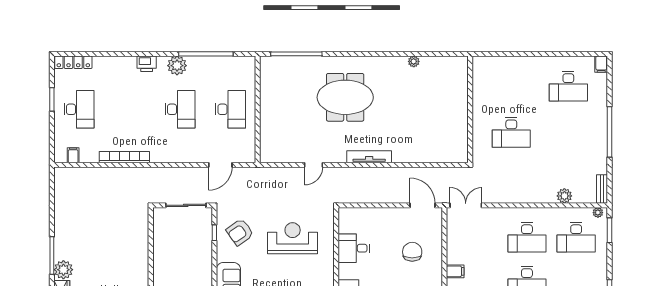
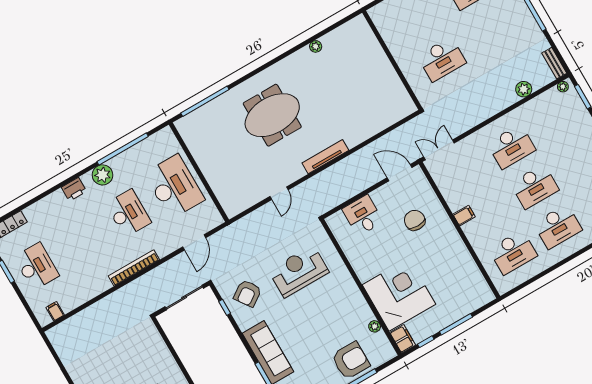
desk: (231, 109) -> (174, 186), width x1.36, depth x1.30
bookcase: (124, 157) -> (134, 268), moved
desk: (576, 237) -> (556, 121), removed
desk: (354, 248) -> (363, 215), moved, turned 90

